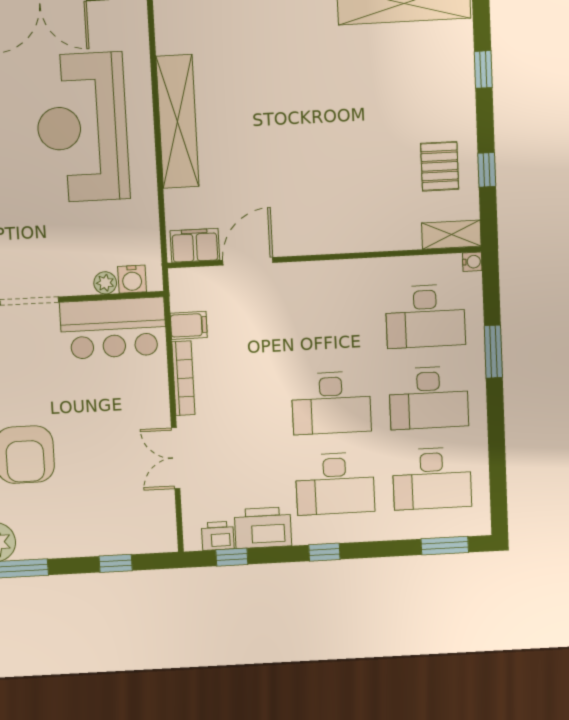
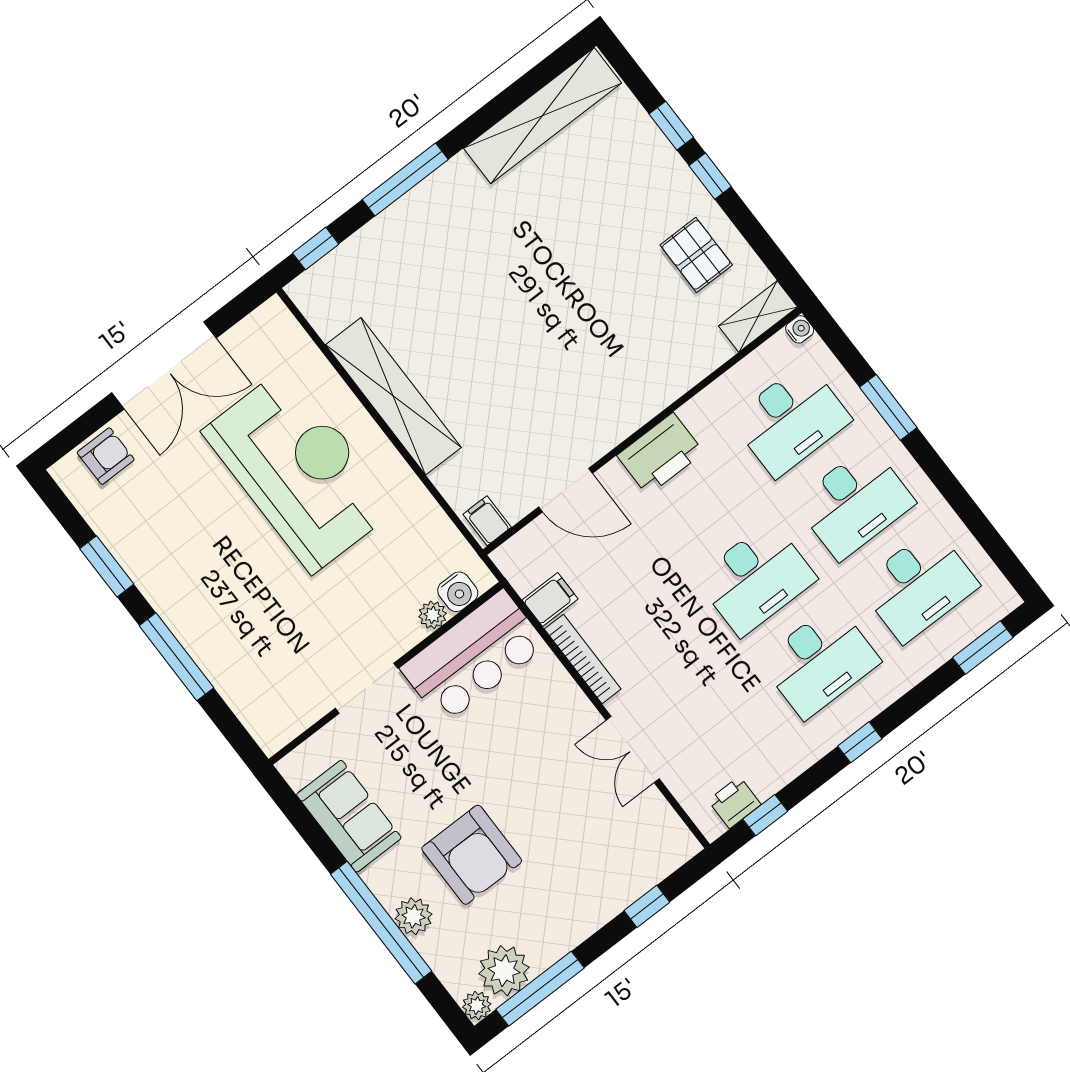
reception desk: (82, 127) -> (299, 470), turned 180
window: (487, 170) -> (710, 176), moved
filing cabinet: (195, 245) -> (487, 521), width x0.50
door: (248, 261) -> (565, 490), swing flipped
printer: (263, 528) -> (660, 454), moved, turned 180

